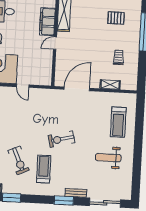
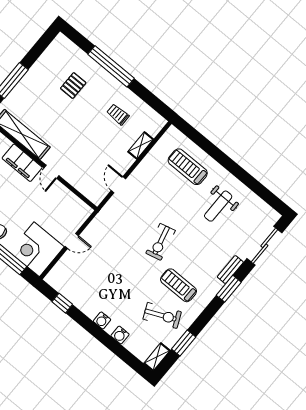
door: (77, 89) -> (118, 185), width x0.53
treadmill: (118, 122) -> (188, 167), turned 180
exercise bike: (19, 160) -> (162, 315), moved

